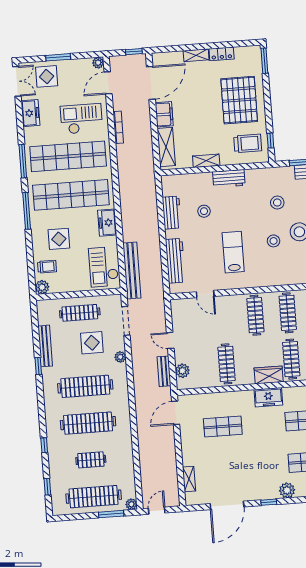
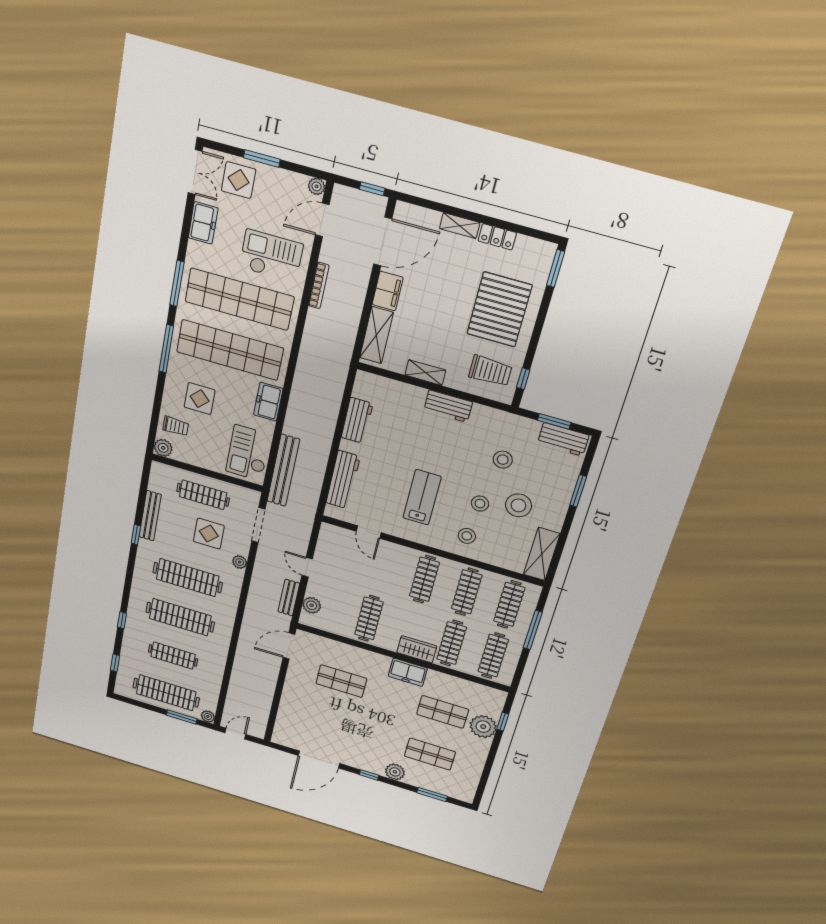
stool: (204, 211) -> (467, 536), moved
clothes rail: (91, 460) -> (173, 656), width x1.36
shelving: (189, 479) -> (283, 718), removed

